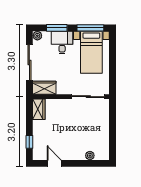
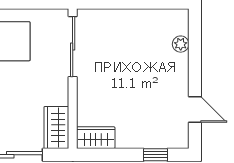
door: (54, 163) -> (195, 109), swing flipped

